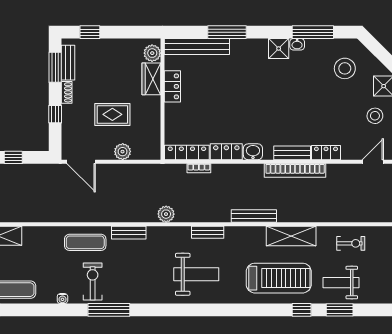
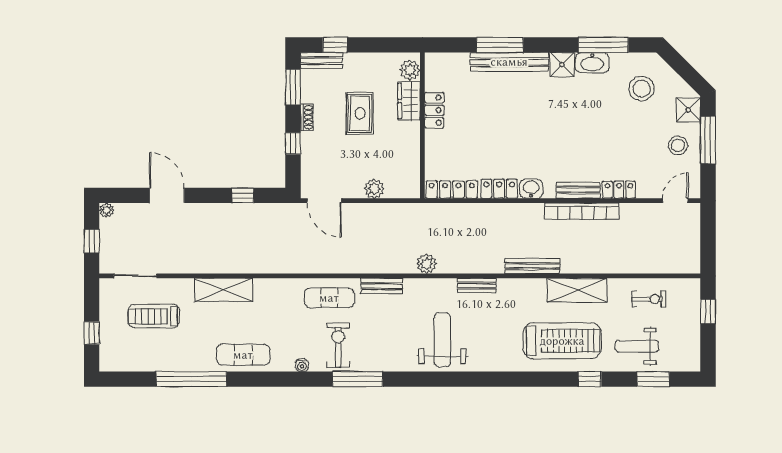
washbasin: (297, 44) -> (592, 63), width x1.91, depth x1.45
bench: (197, 47) -> (509, 62), moved
bench: (68, 63) -> (322, 61), moved, turned 90
rug: (112, 114) -> (360, 113), moved, turned 90
bookcase: (199, 168) -> (466, 209), removed
weight bench: (196, 274) -> (442, 340), moved, turned -90
window: (340, 310) -> (653, 379), moved

